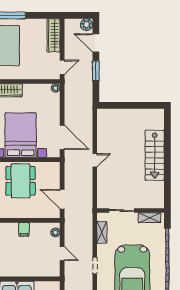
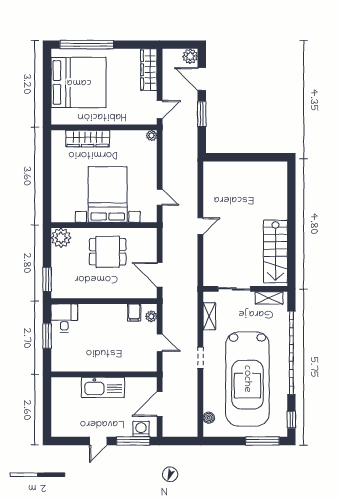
door: (62, 137) -> (160, 197), width x0.53
stairs: (155, 155) -> (275, 251), moved
dining table: (21, 181) -> (108, 252), width x0.73
filing cabinet: (24, 229) -> (134, 313), moved

